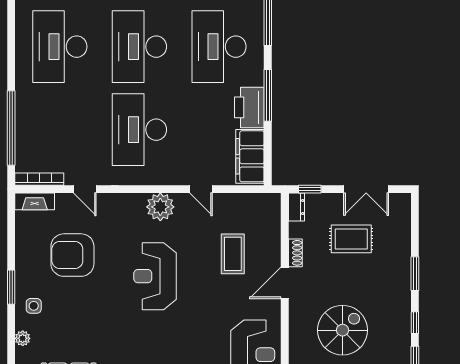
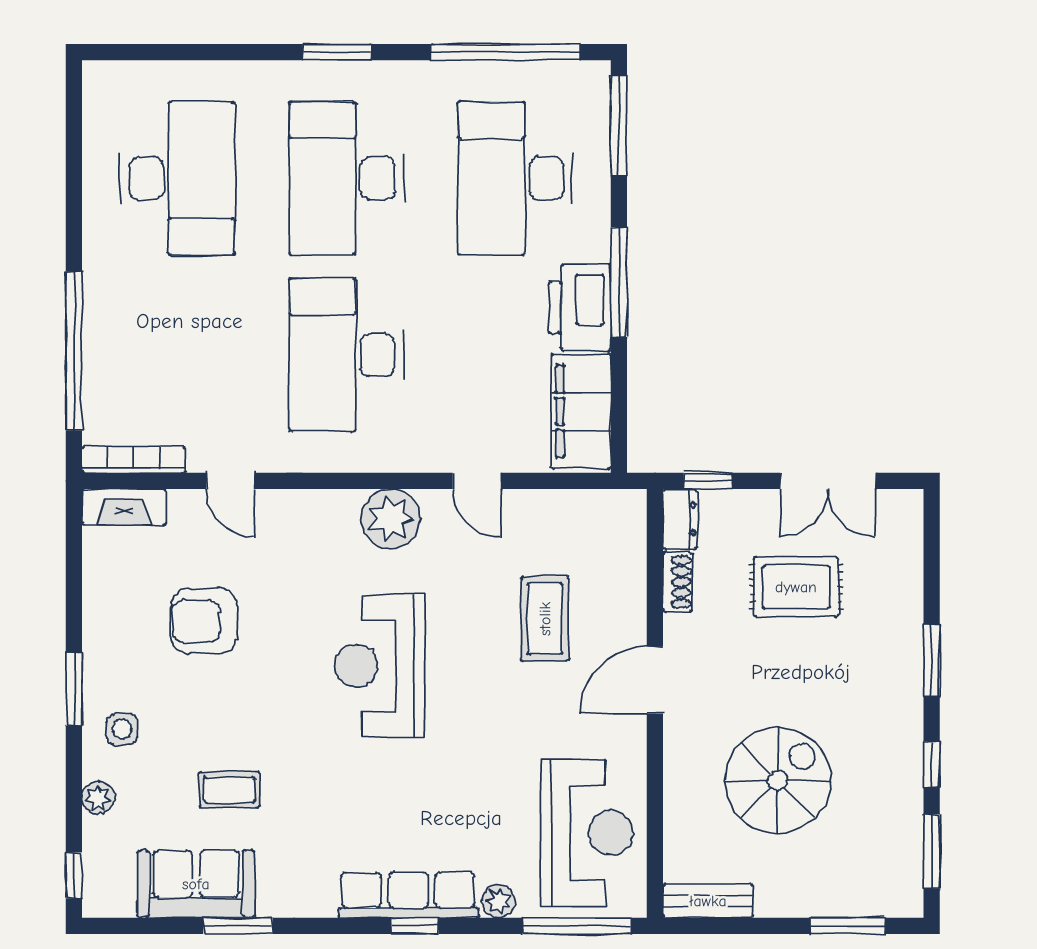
desk: (60, 47) -> (177, 178), turned 180
shoe rack: (295, 253) -> (677, 582), moved
armchair: (72, 255) -> (204, 621), width x0.73, depth x0.73
coffee table: (84, 334) -> (229, 790), added

